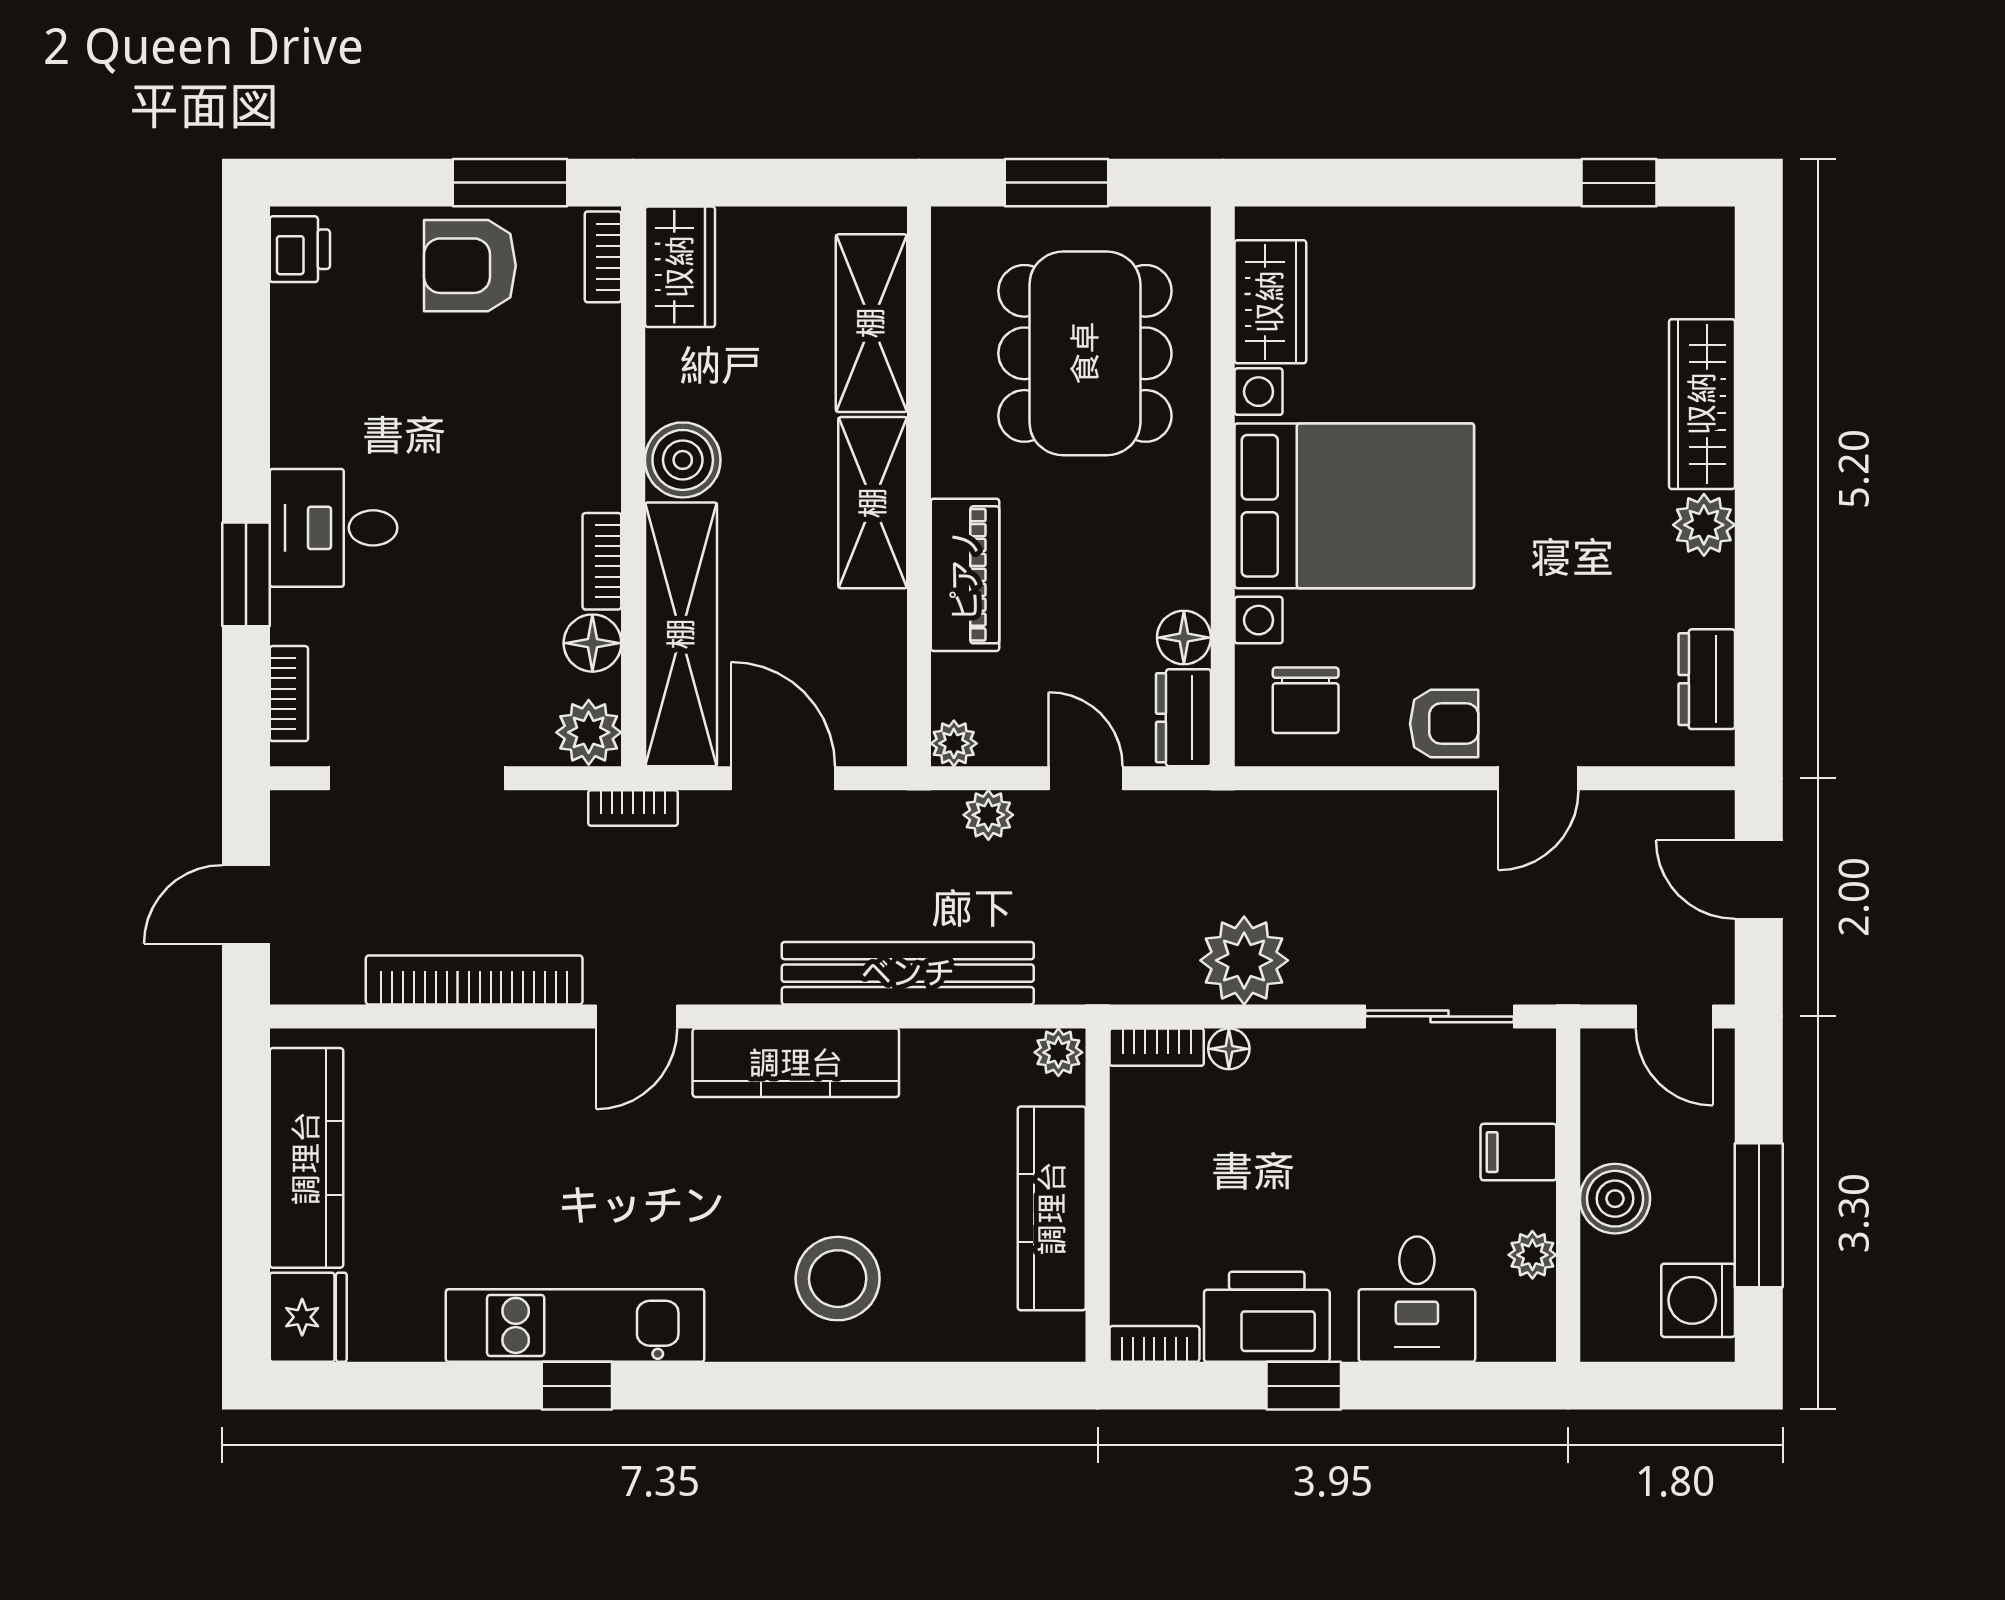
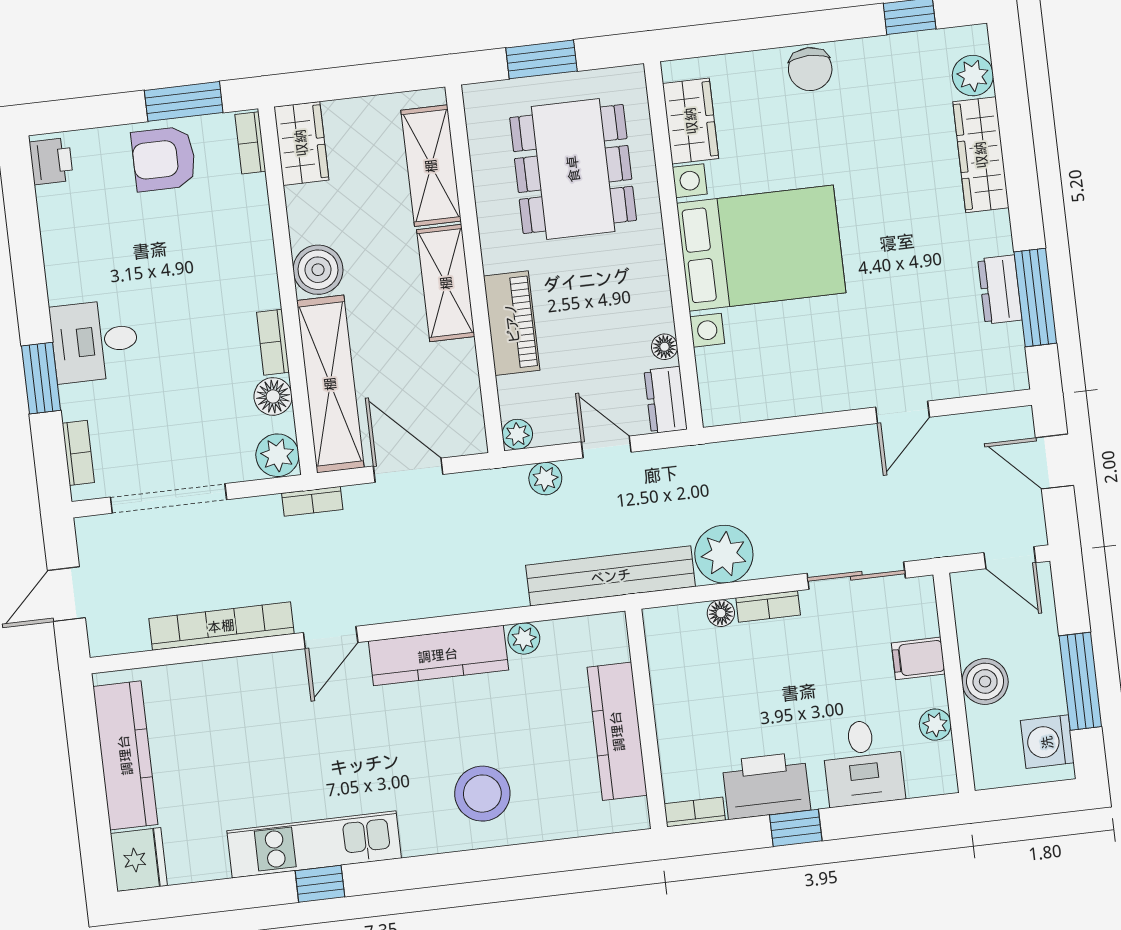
plant: (1704, 525) -> (973, 76), moved
window: (1759, 629) -> (1035, 297), added
floor lamp: (1184, 638) -> (664, 347), width x0.73, depth x0.73
dresser: (1707, 679) -> (1000, 290), moved
chair: (1306, 700) -> (810, 69), moved
armchair: (1444, 724) -> (837, 384), removed
bench: (908, 973) -> (611, 576), moved
bookcase: (1157, 1047) -> (768, 606), moved
plant: (1058, 1052) -> (524, 639), moved

